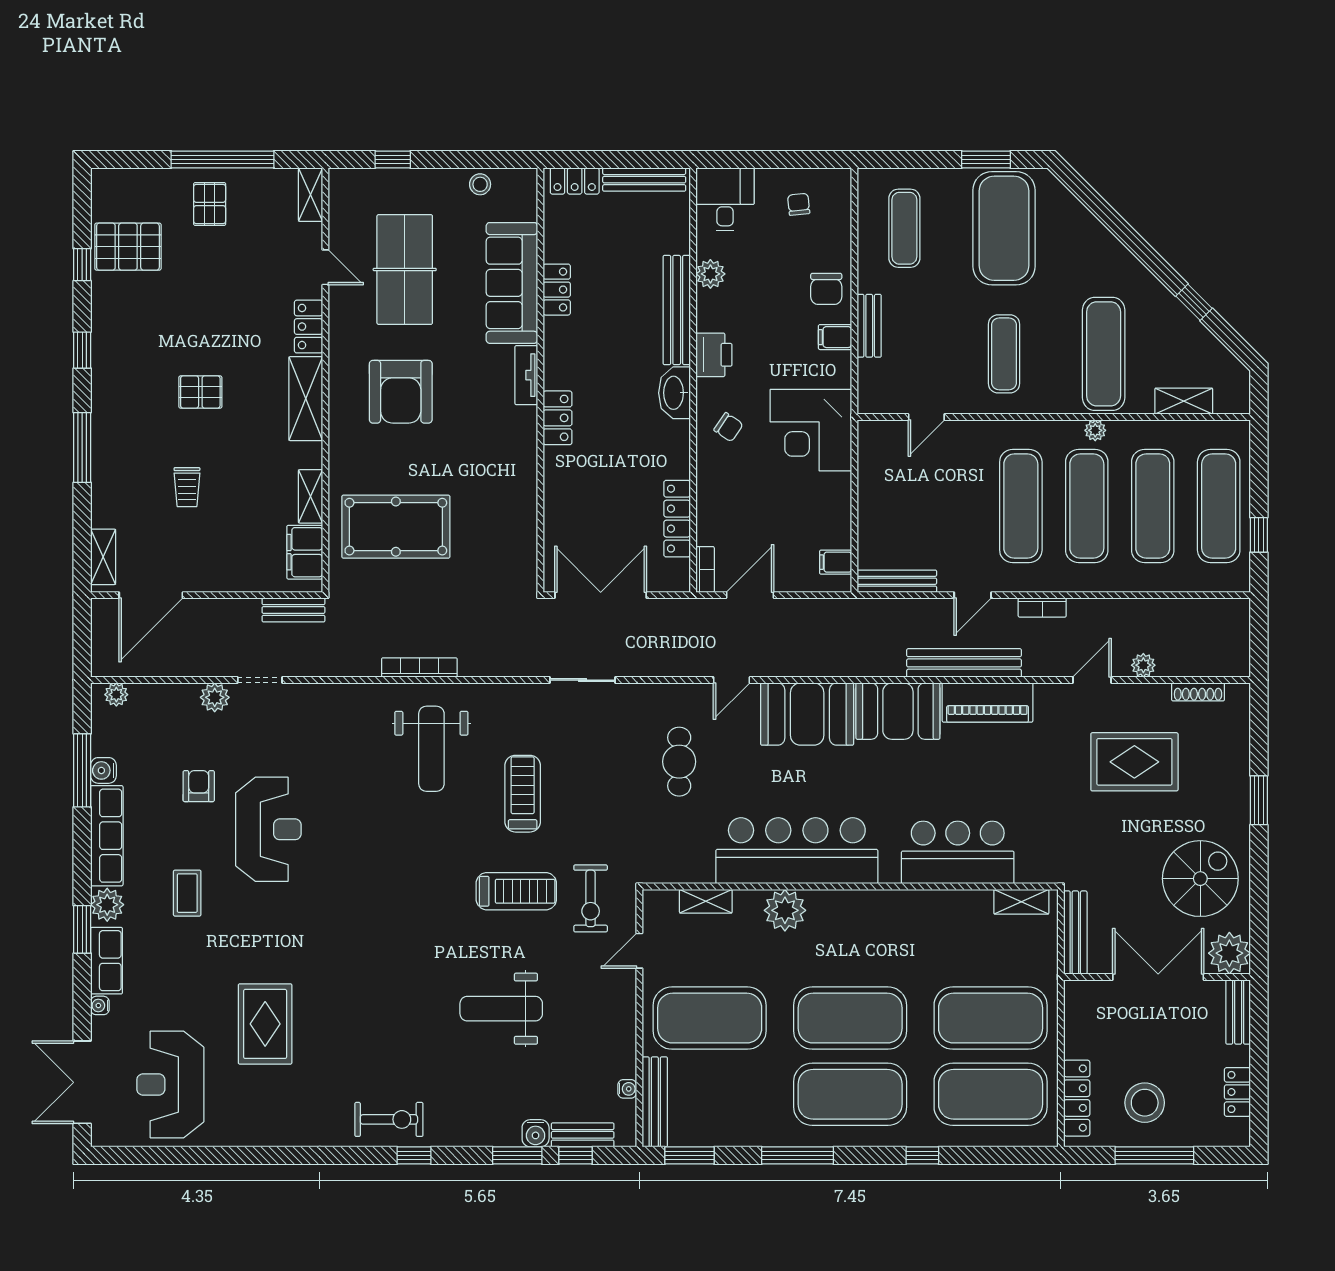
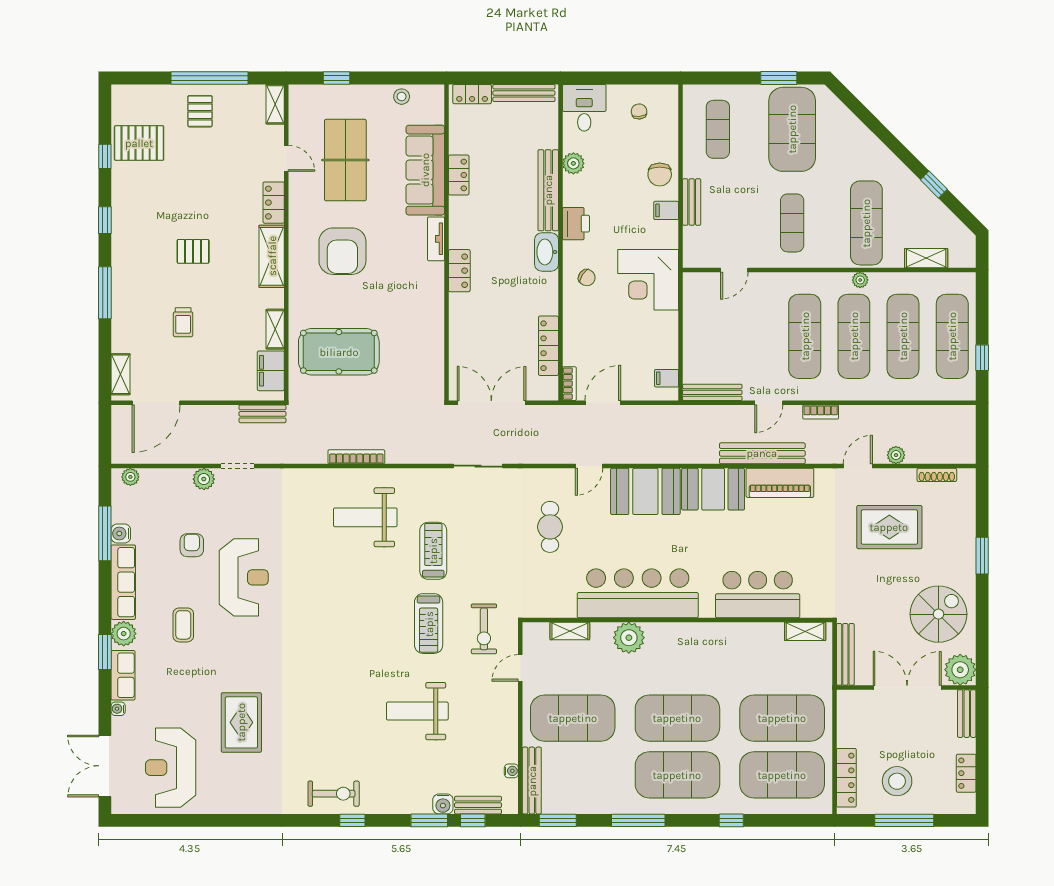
weight bench: (431, 749) -> (365, 517), turned 90
treadmill: (516, 891) -> (429, 624), turned 90

